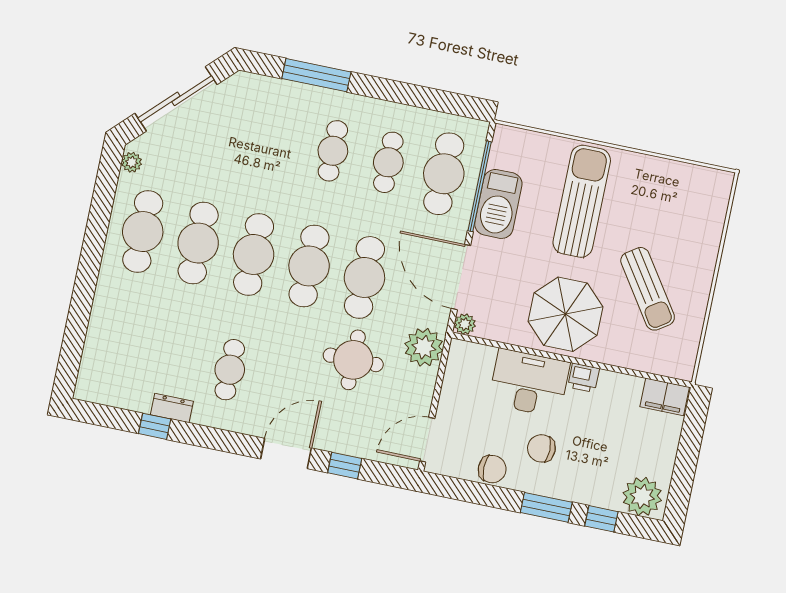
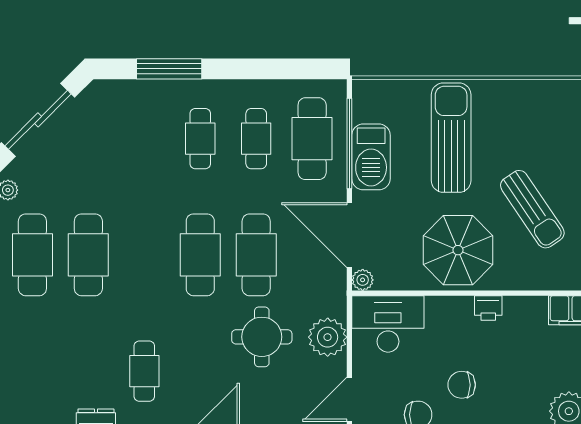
cafe table: (254, 254) -> (144, 255), removed
plant: (424, 347) -> (328, 337), moved
desk: (529, 383) -> (388, 324), moved

